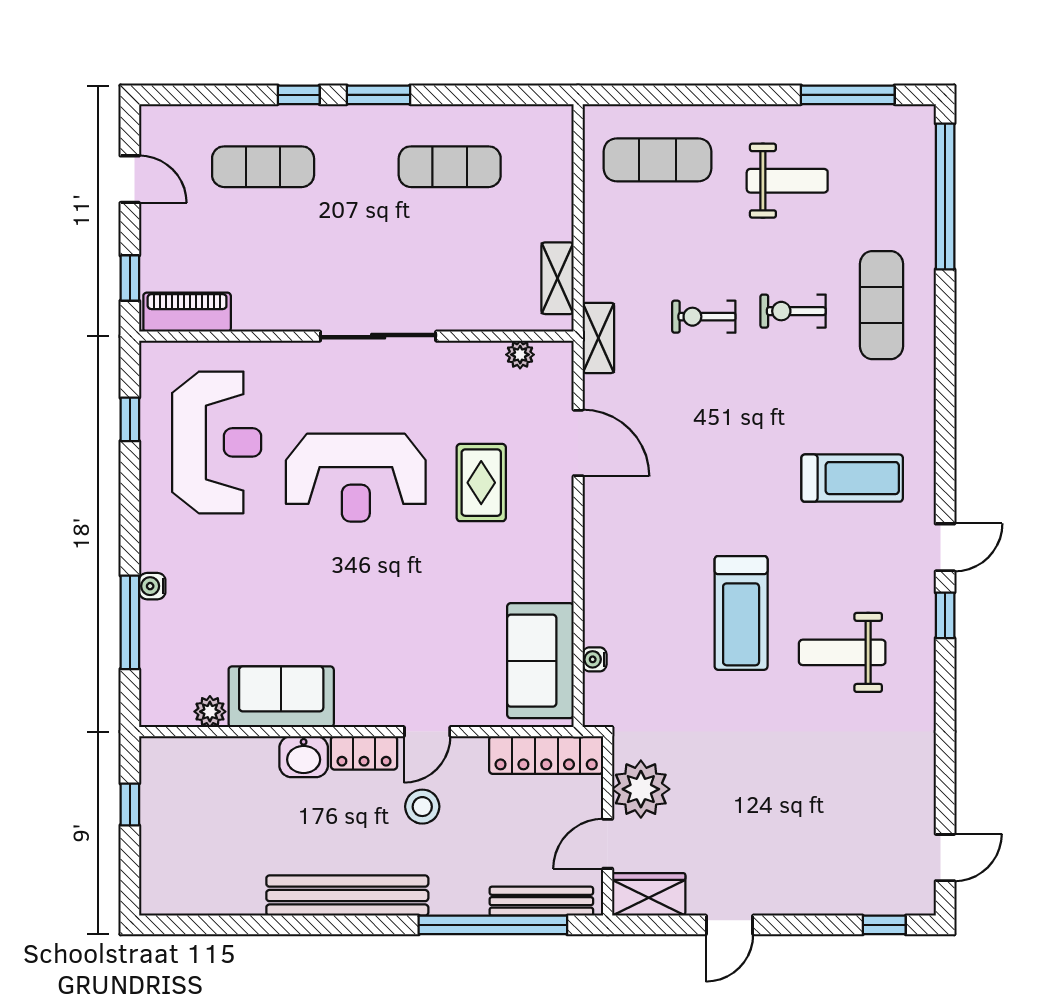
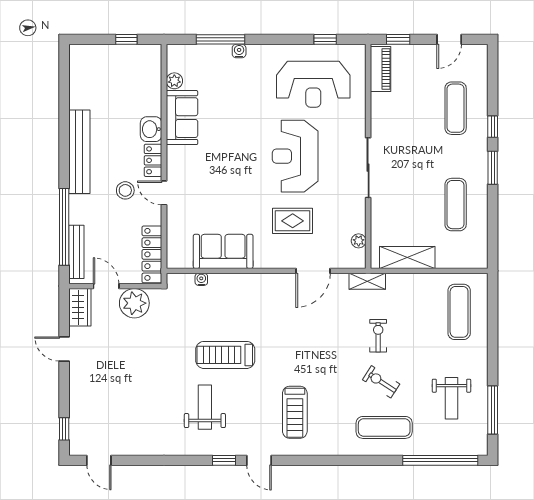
weight bench: (787, 181) -> (451, 398), moved
shelving: (558, 278) -> (407, 257), width x1.50, depth x1.33
exercise bike: (793, 311) -> (381, 382), turned -57
sofa: (540, 661) -> (223, 251), moved

